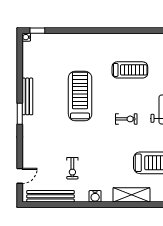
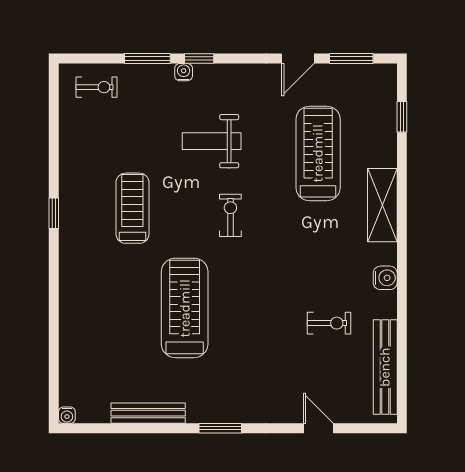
window: (37, 31) -> (54, 213), moved
bench: (27, 96) -> (148, 413), moved
treadmill: (80, 96) -> (185, 308), turned 90
door: (20, 176) -> (318, 428), moved

